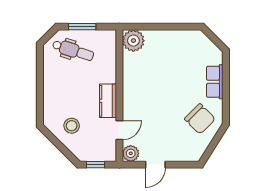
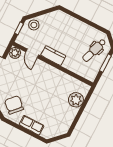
plant: (133, 41) -> (76, 100), moved
chair: (200, 119) -> (14, 105), turned 88
stool: (72, 126) -> (34, 25), moved

